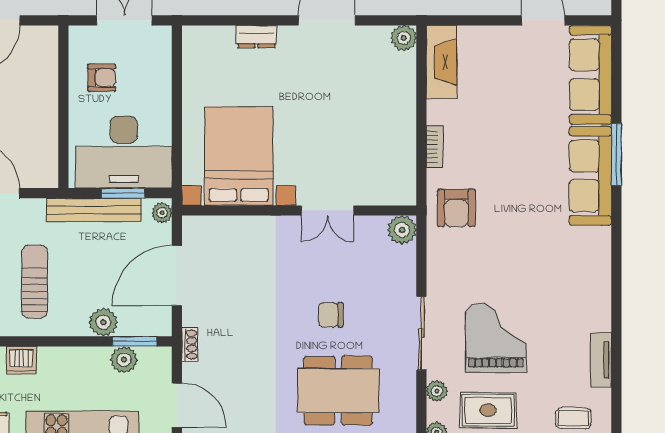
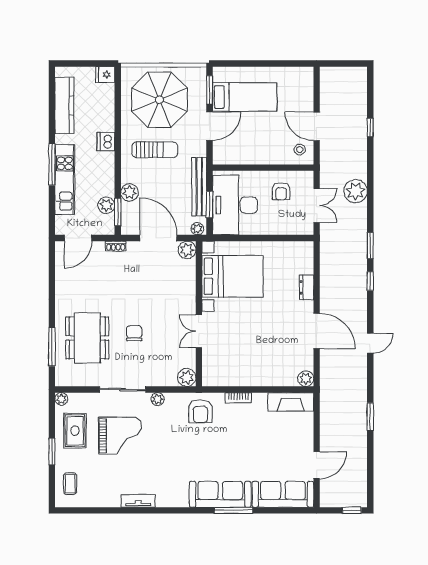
stool: (34, 48) -> (300, 150), added
armchair: (456, 208) -> (200, 411), turned -90
plant: (196, 230) -> (187, 250), added
tv unit: (601, 360) -> (138, 501), moved
plant: (437, 391) -> (158, 399), moved

